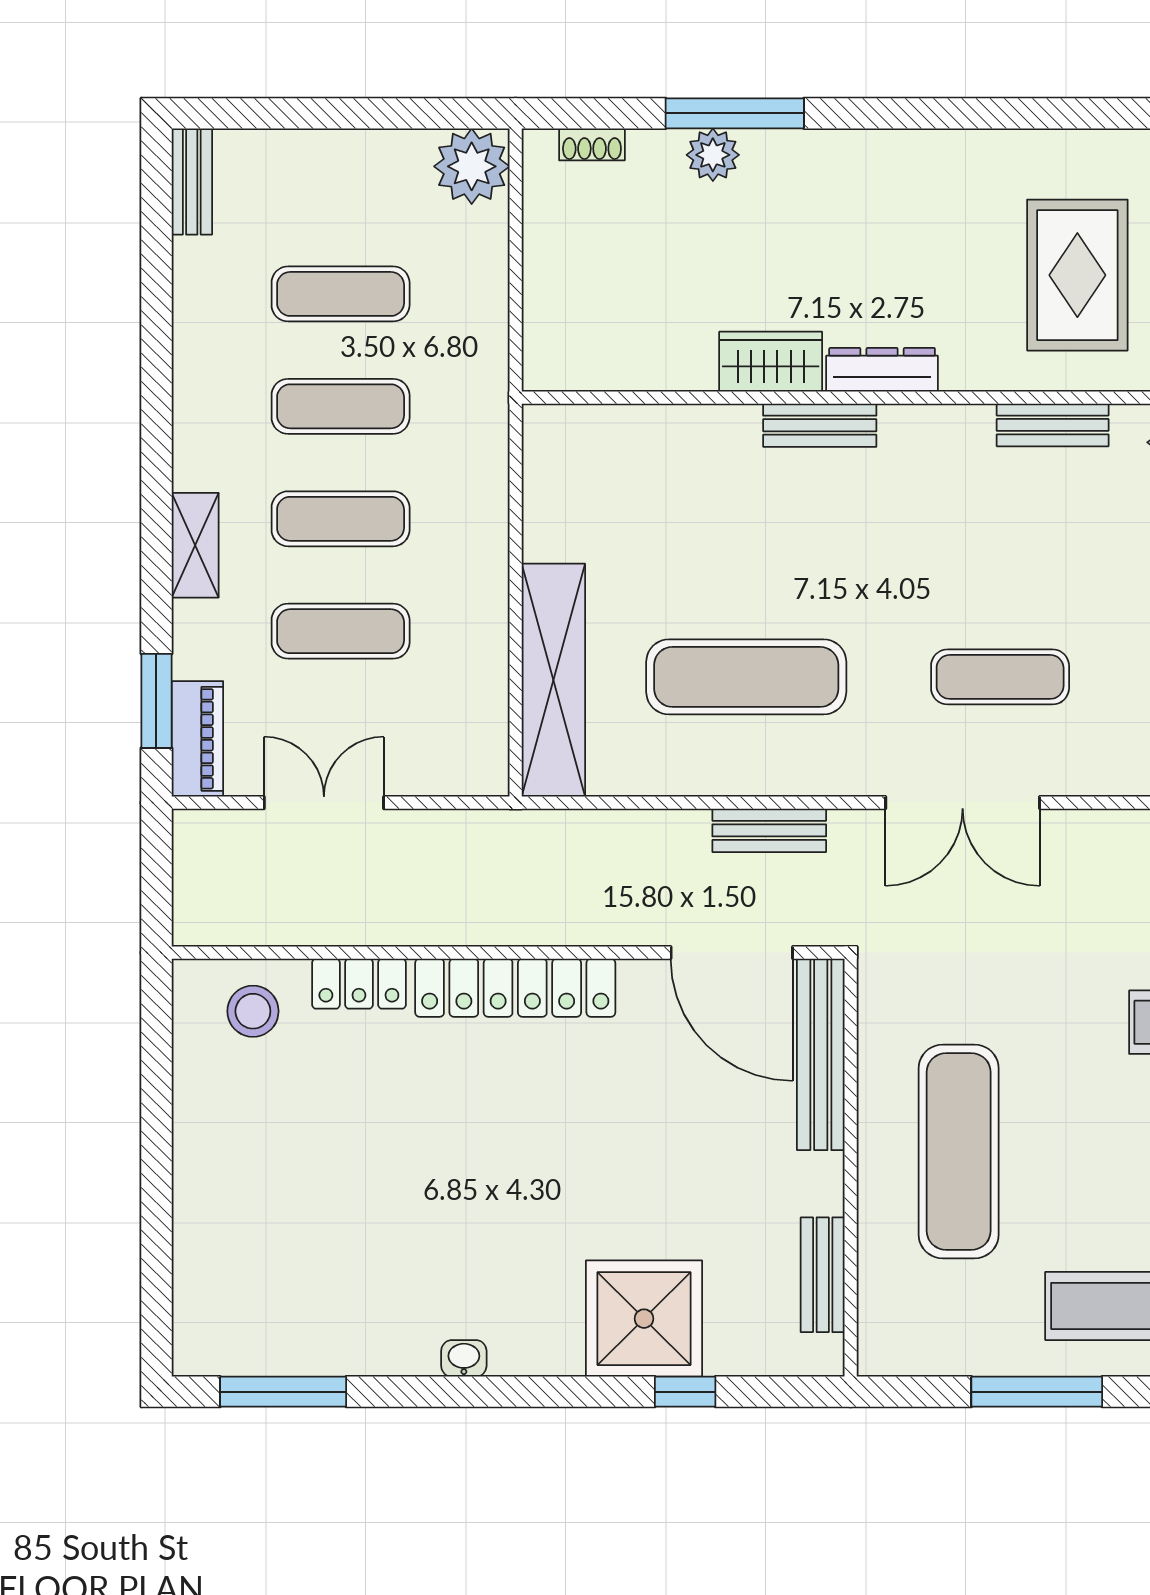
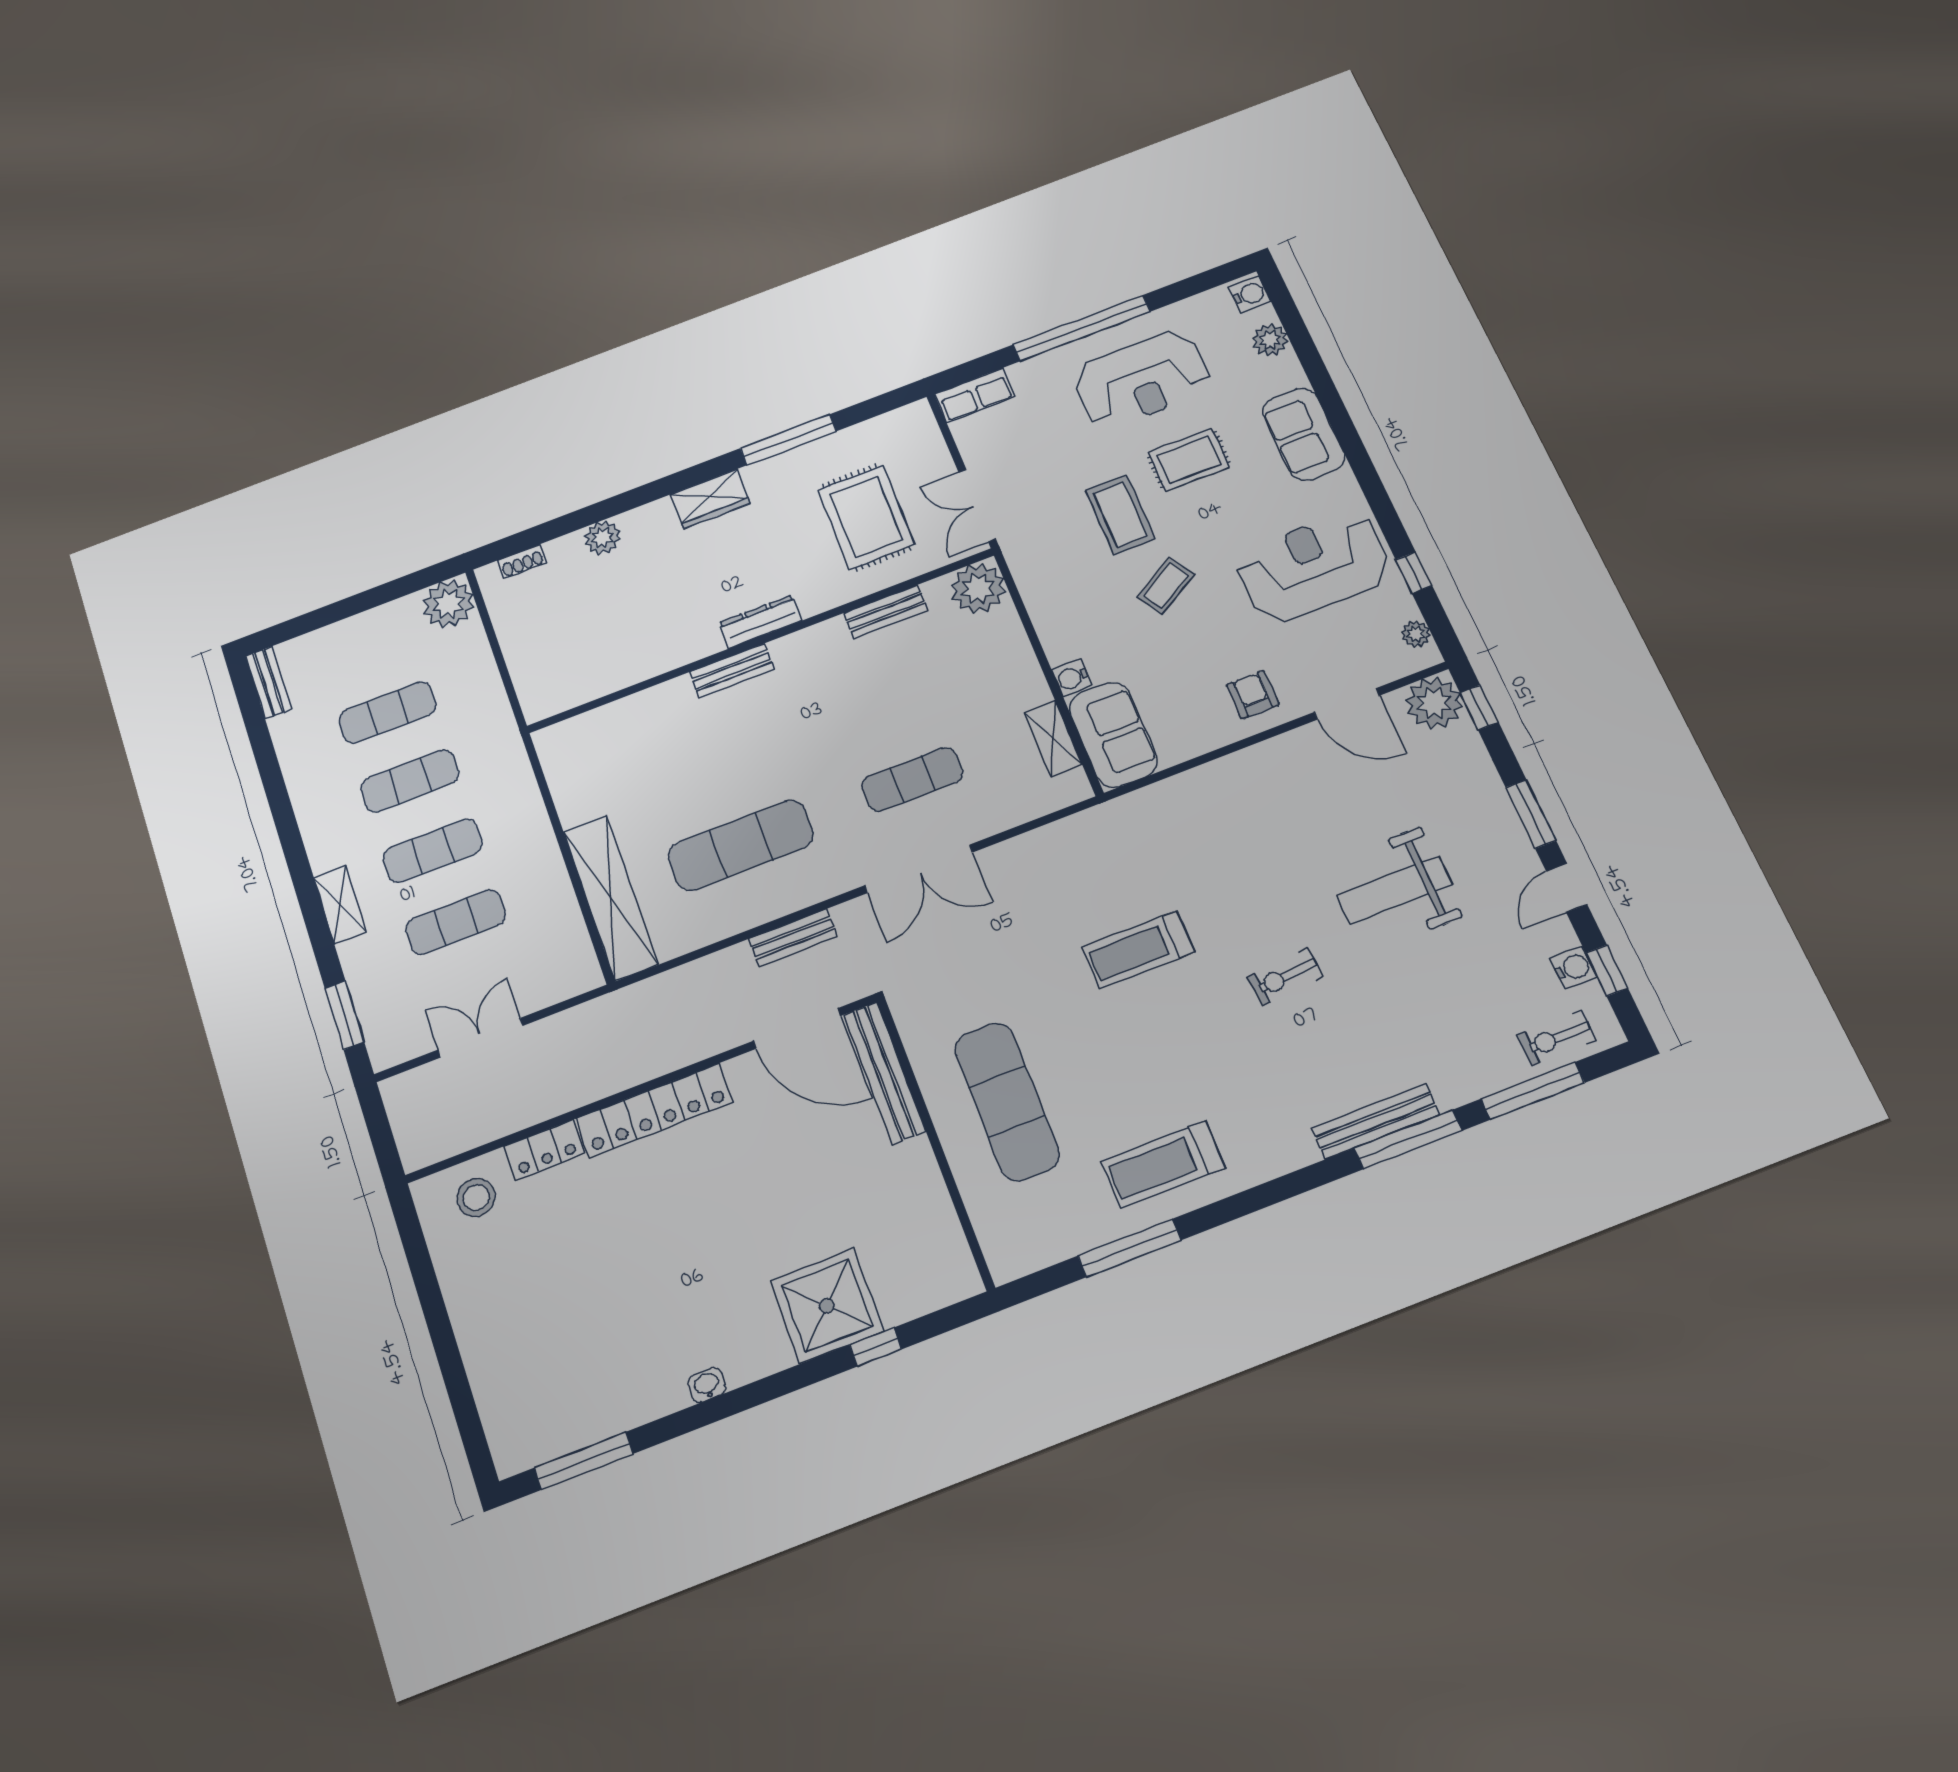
window: (735, 113) -> (788, 440), moved
wardrobe: (771, 362) -> (710, 499), moved, turned 180
piano: (197, 739) -> (380, 1029), removed
bench: (823, 1275) -> (943, 1225), removed

